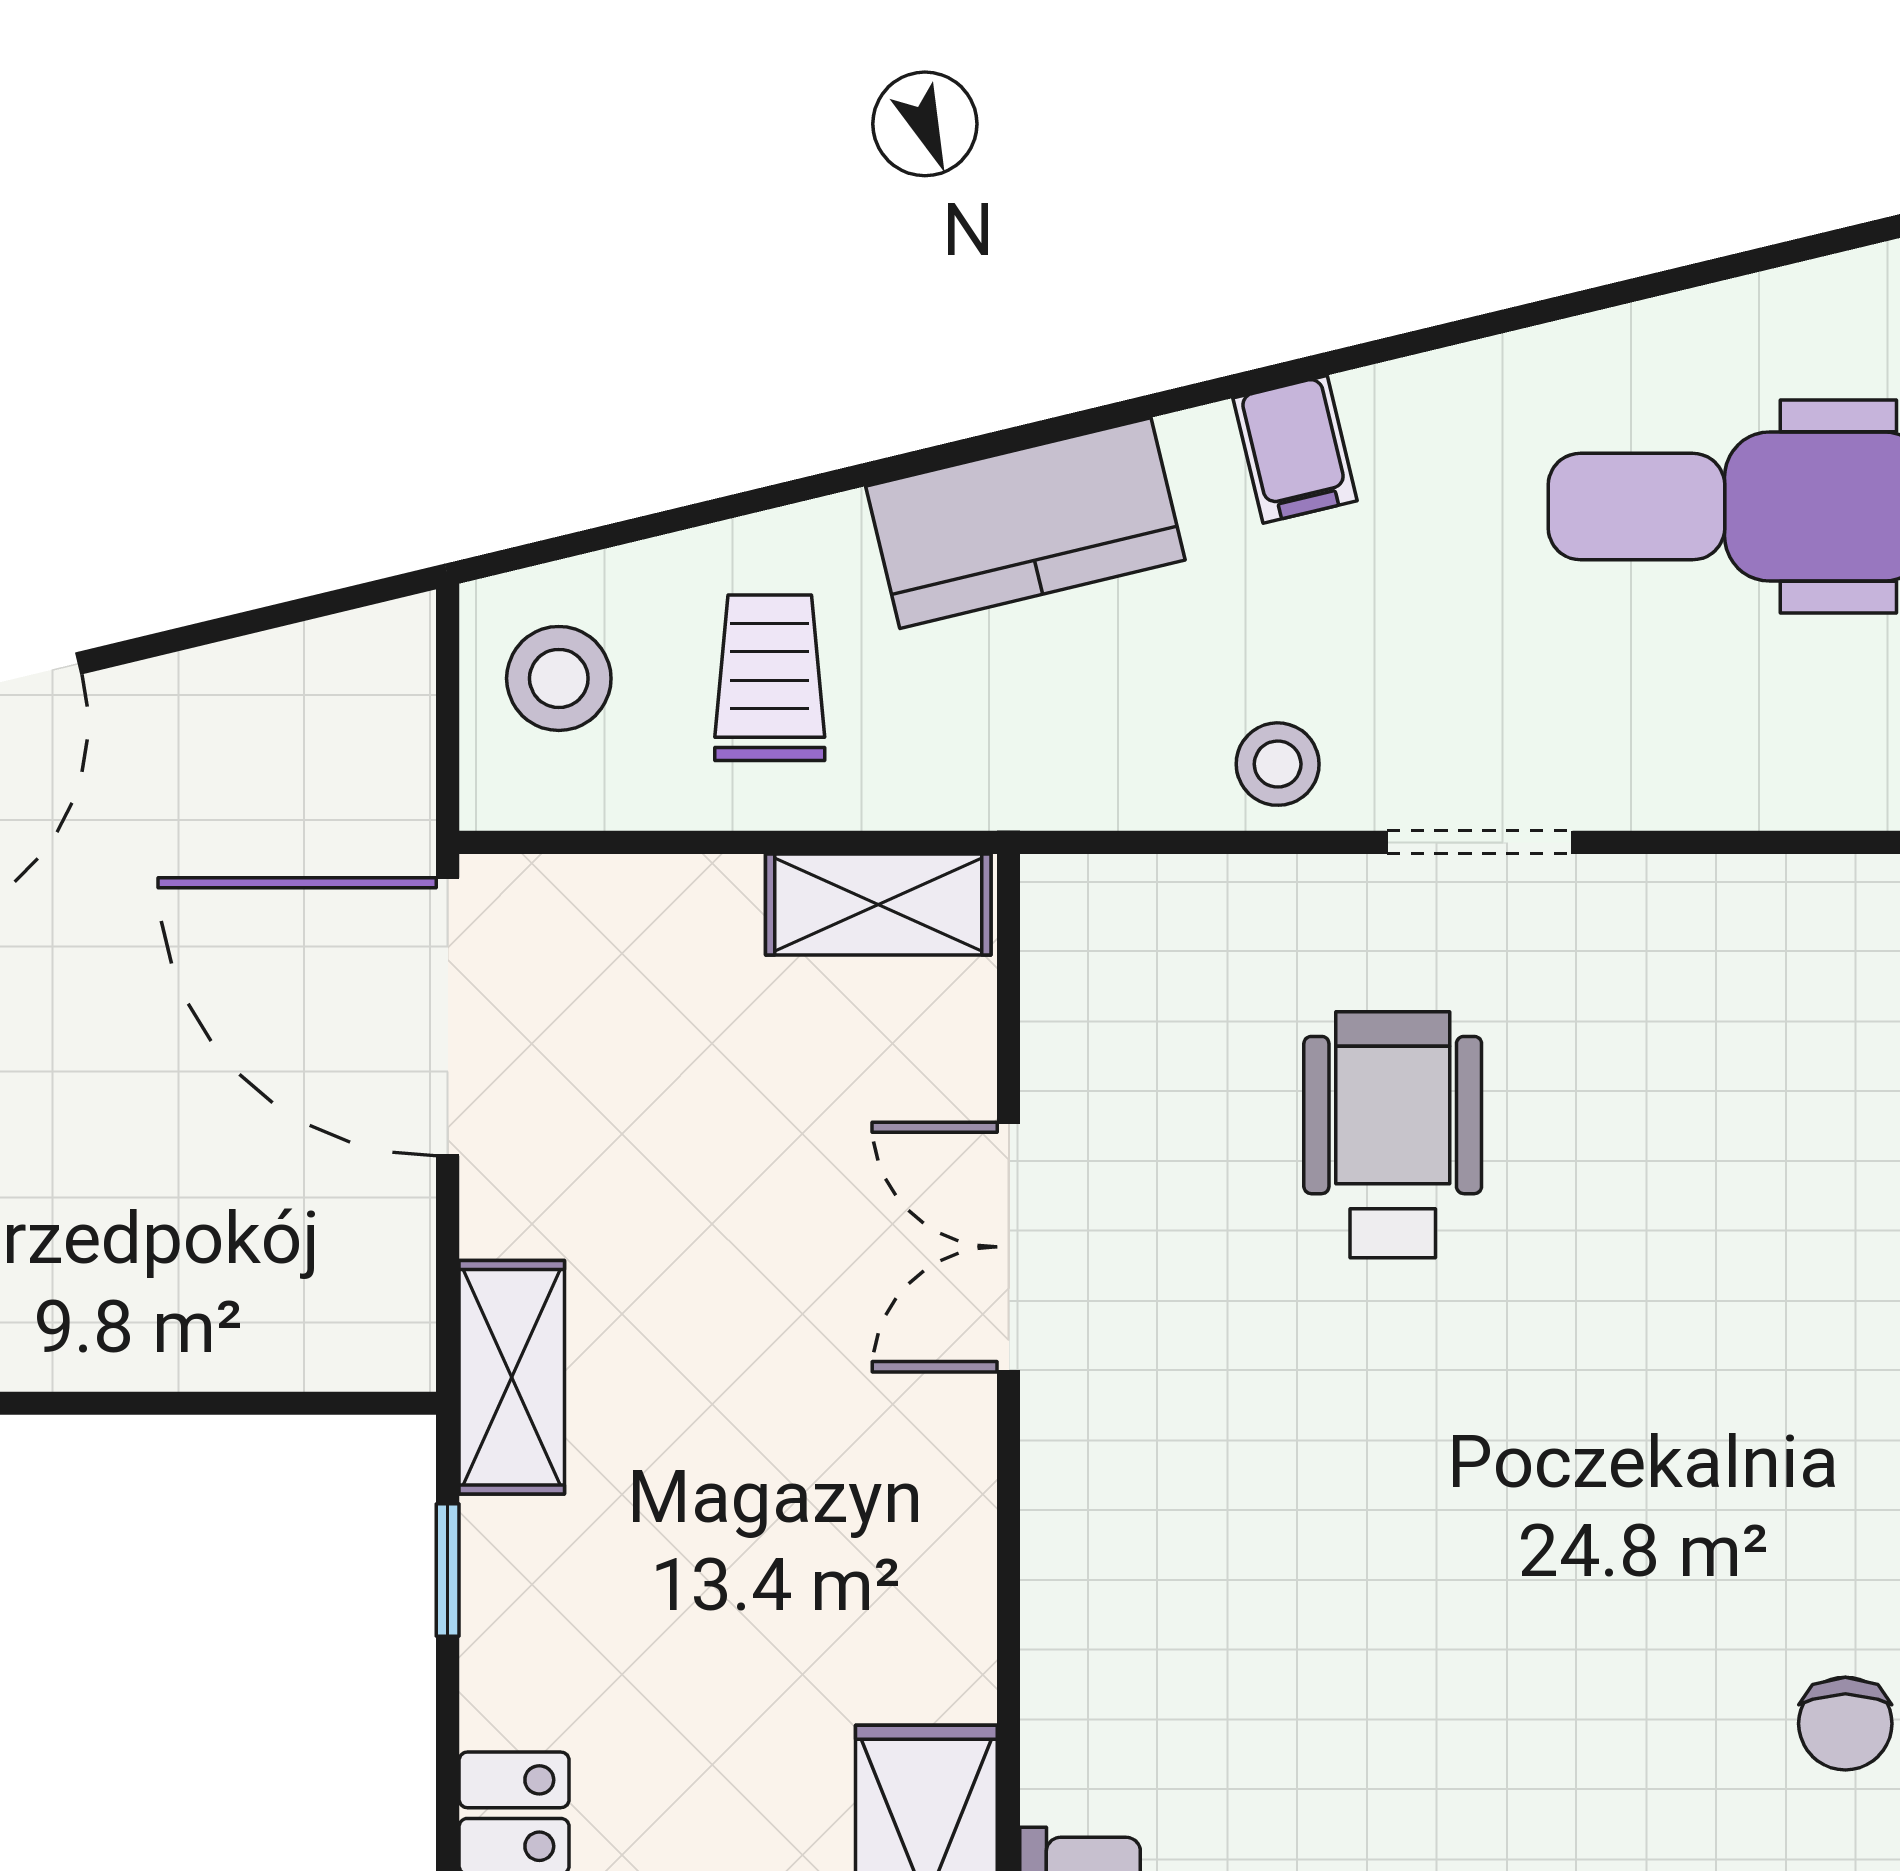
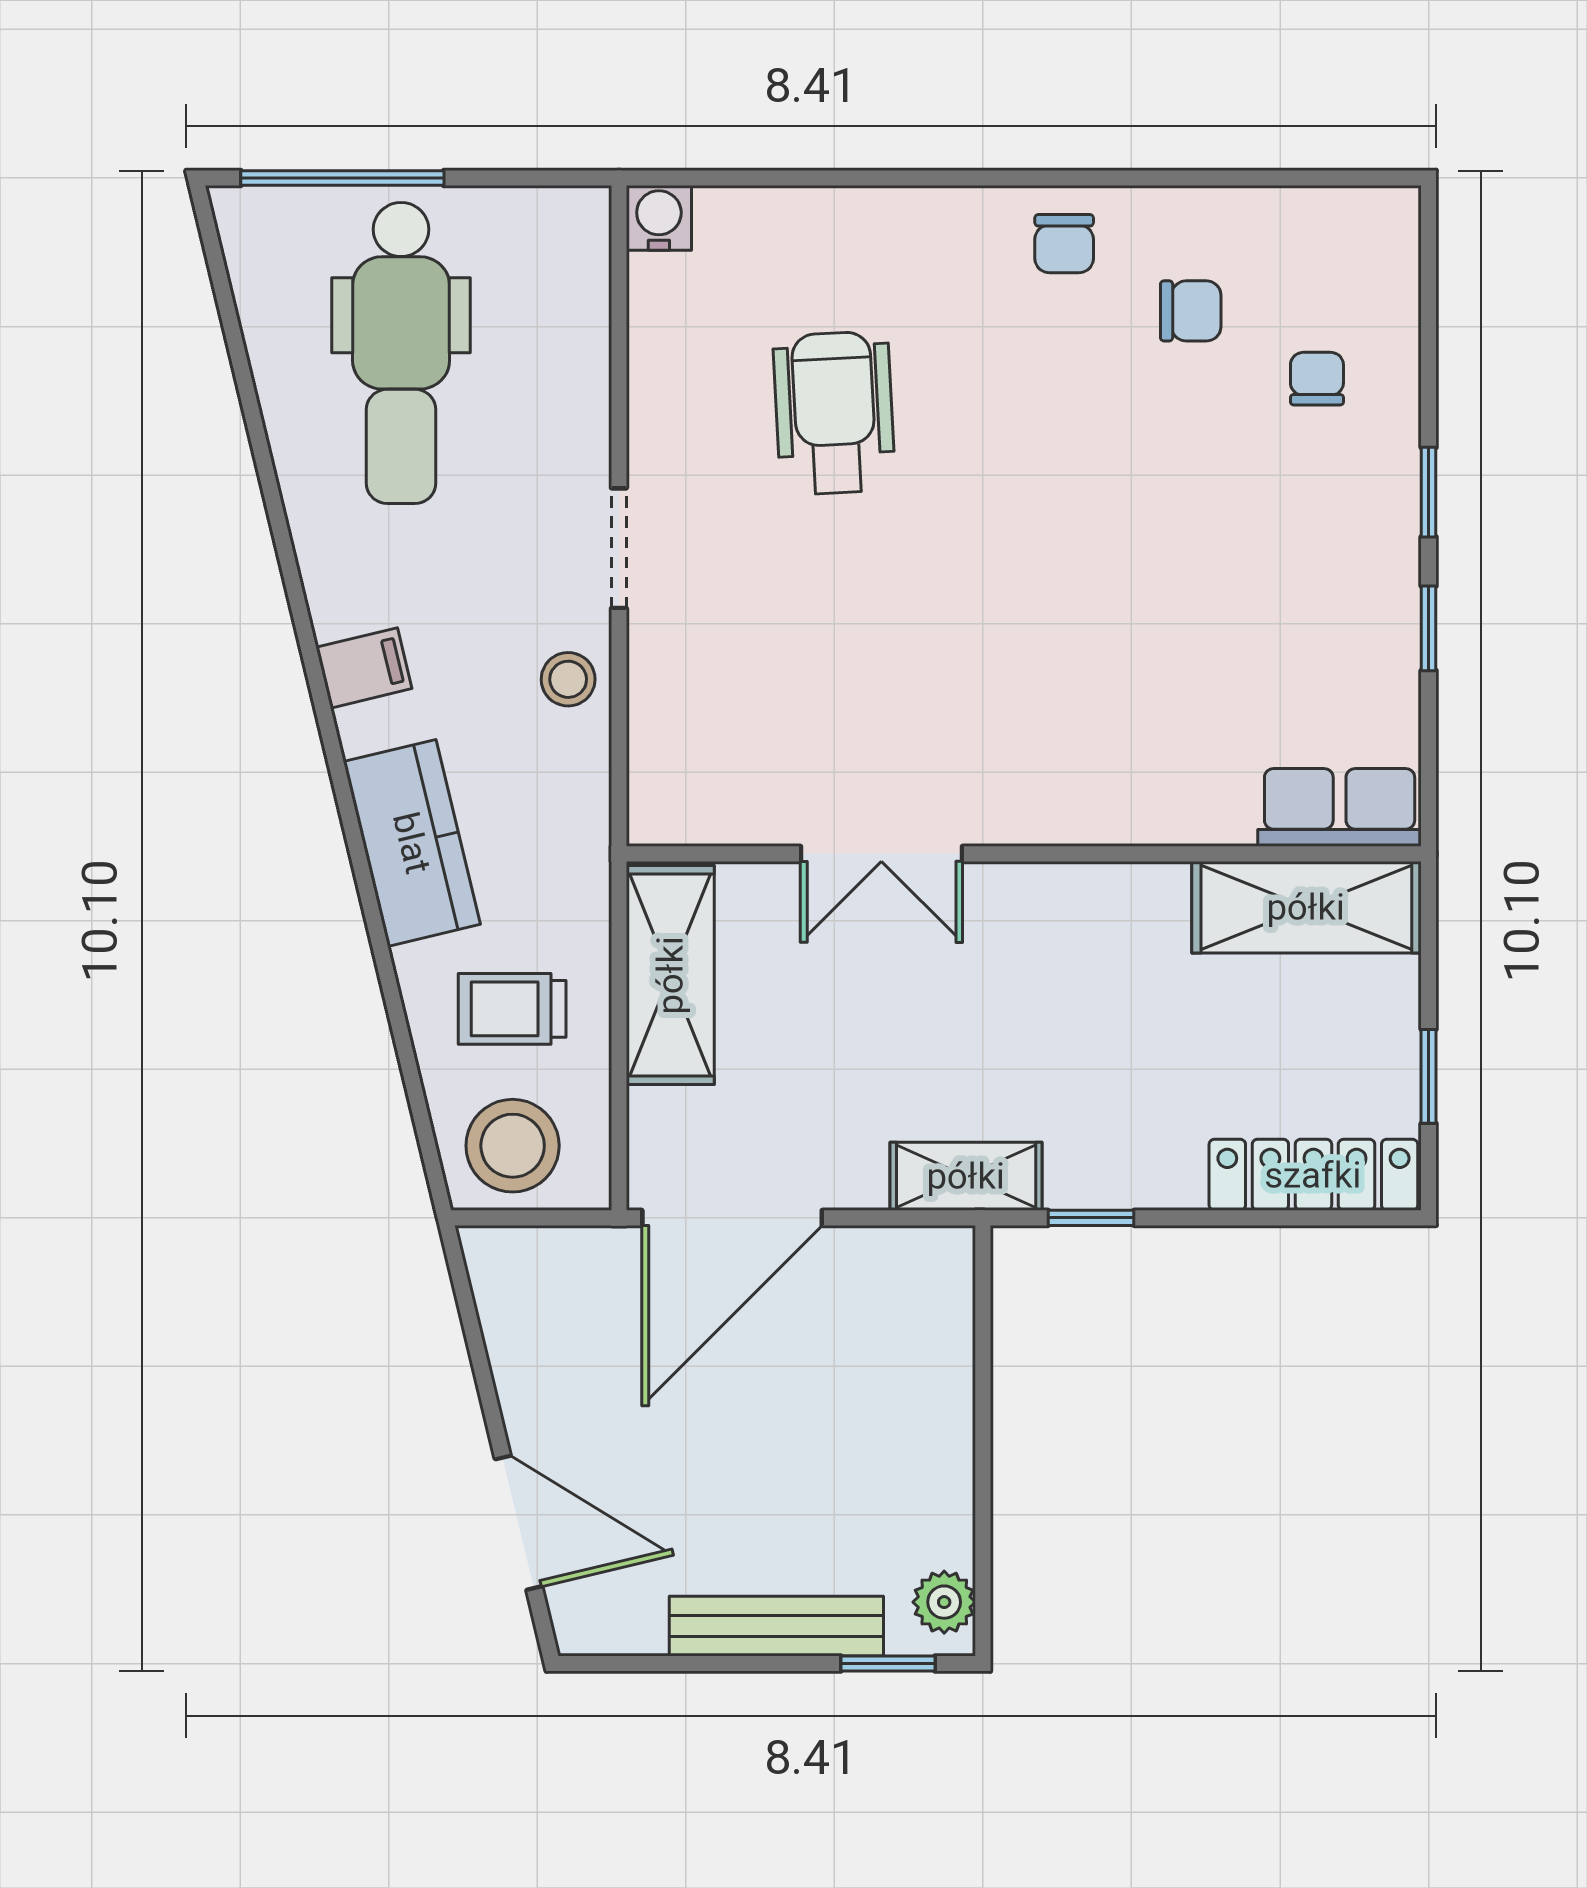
stool: (559, 678) -> (513, 1146), width x1.38, depth x1.38
shelving: (878, 905) -> (670, 975), width x1.50, depth x1.33
wheelchair: (1393, 1135) -> (834, 413), moved, turned 87

